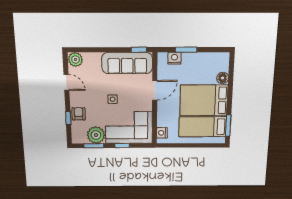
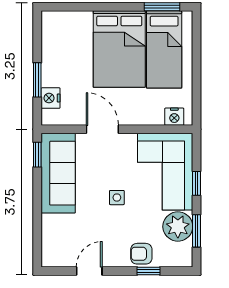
plant: (75, 59) -> (52, 255), removed
floor lamp: (223, 78) -> (82, 20), removed

